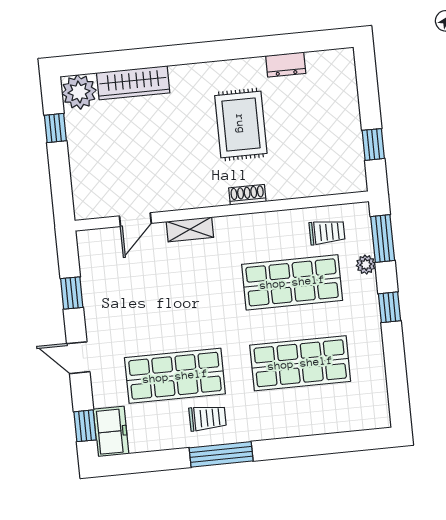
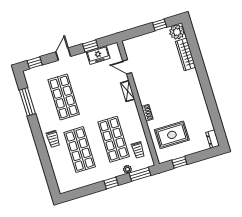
dresser: (286, 65) -> (213, 139), moved
rug: (241, 124) -> (172, 135), moved
trolley: (208, 418) -> (53, 139), moved
freezer: (111, 432) -> (98, 55), moved
window: (221, 454) -> (27, 102), moved

